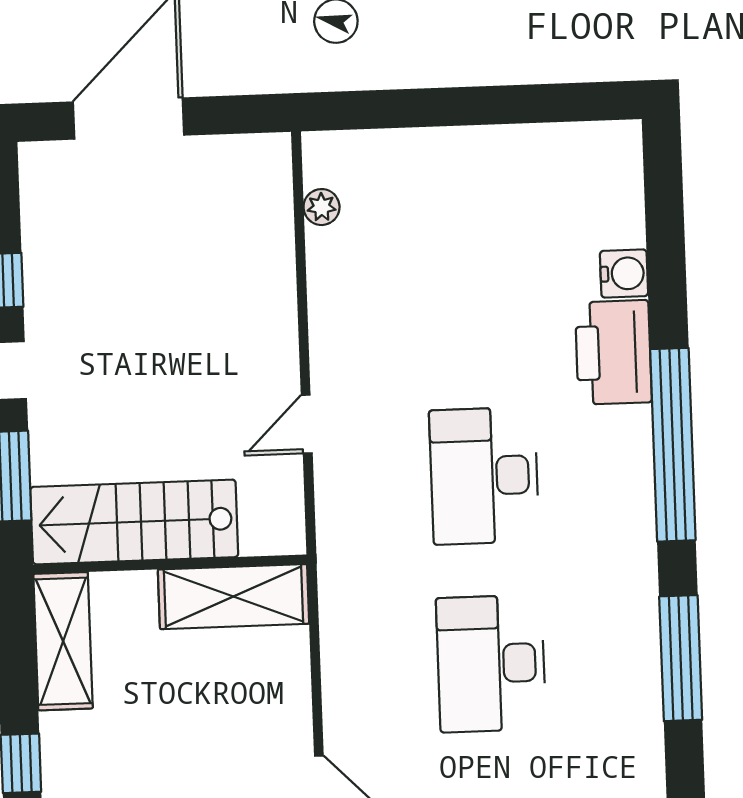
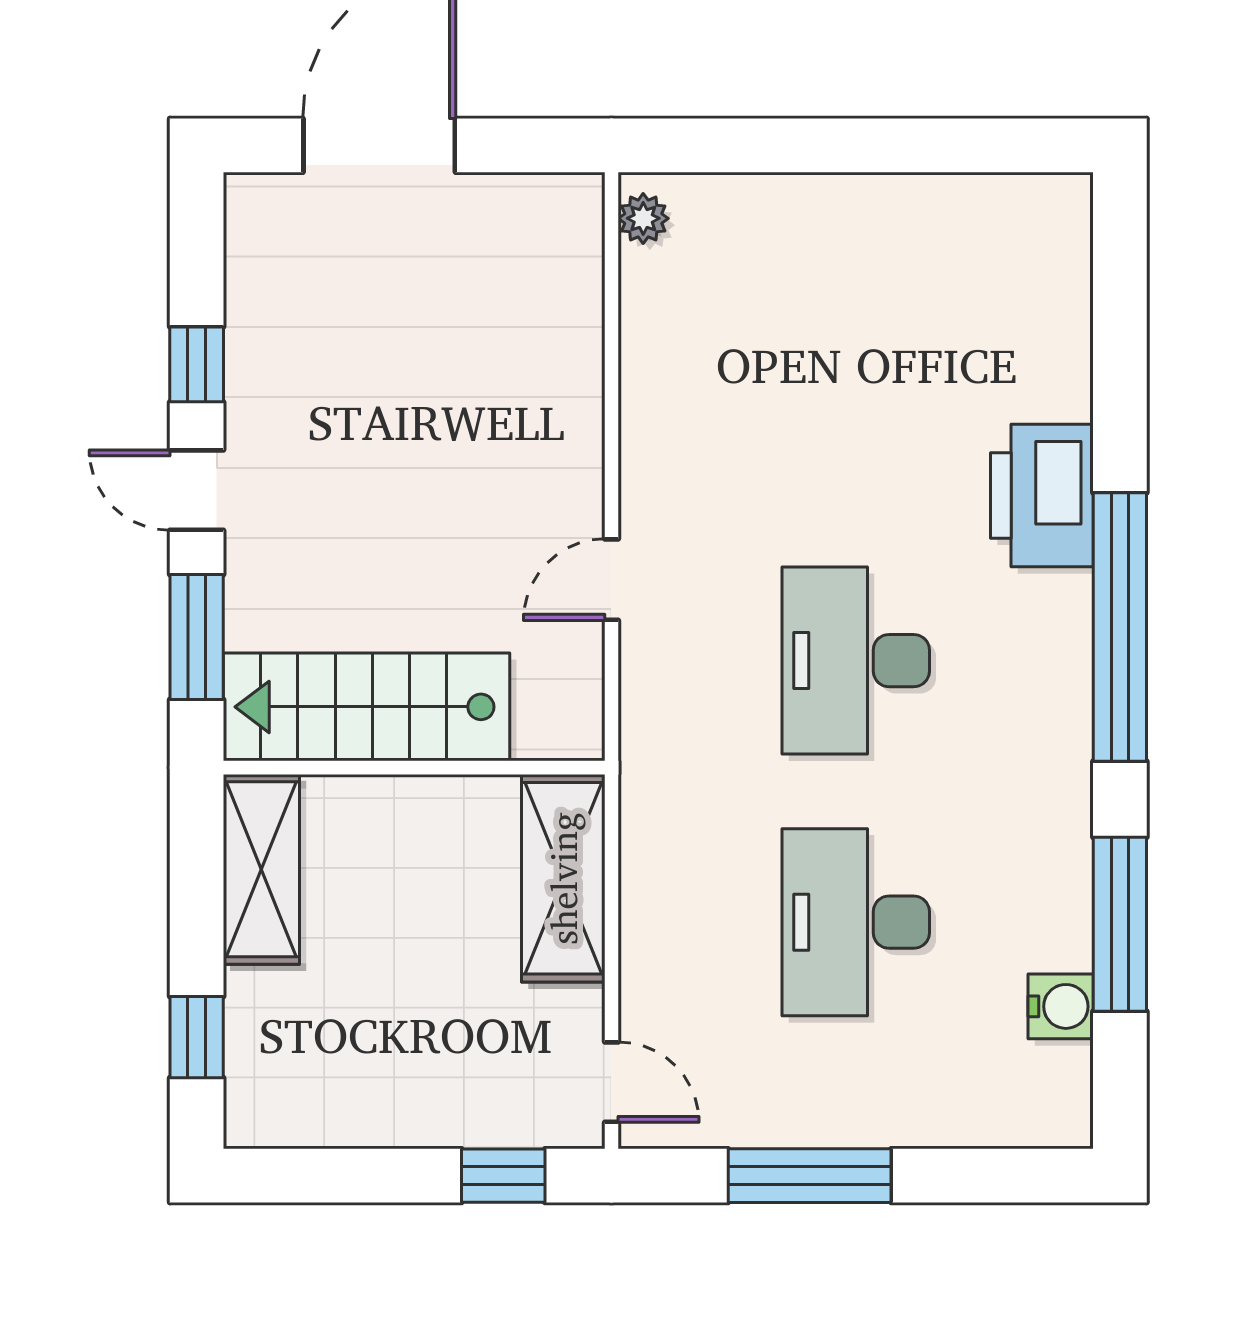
plant: (322, 207) -> (643, 218), moved
water cooler: (624, 273) -> (1061, 1006), moved
shelving: (233, 597) -> (563, 878), moved, turned 90

